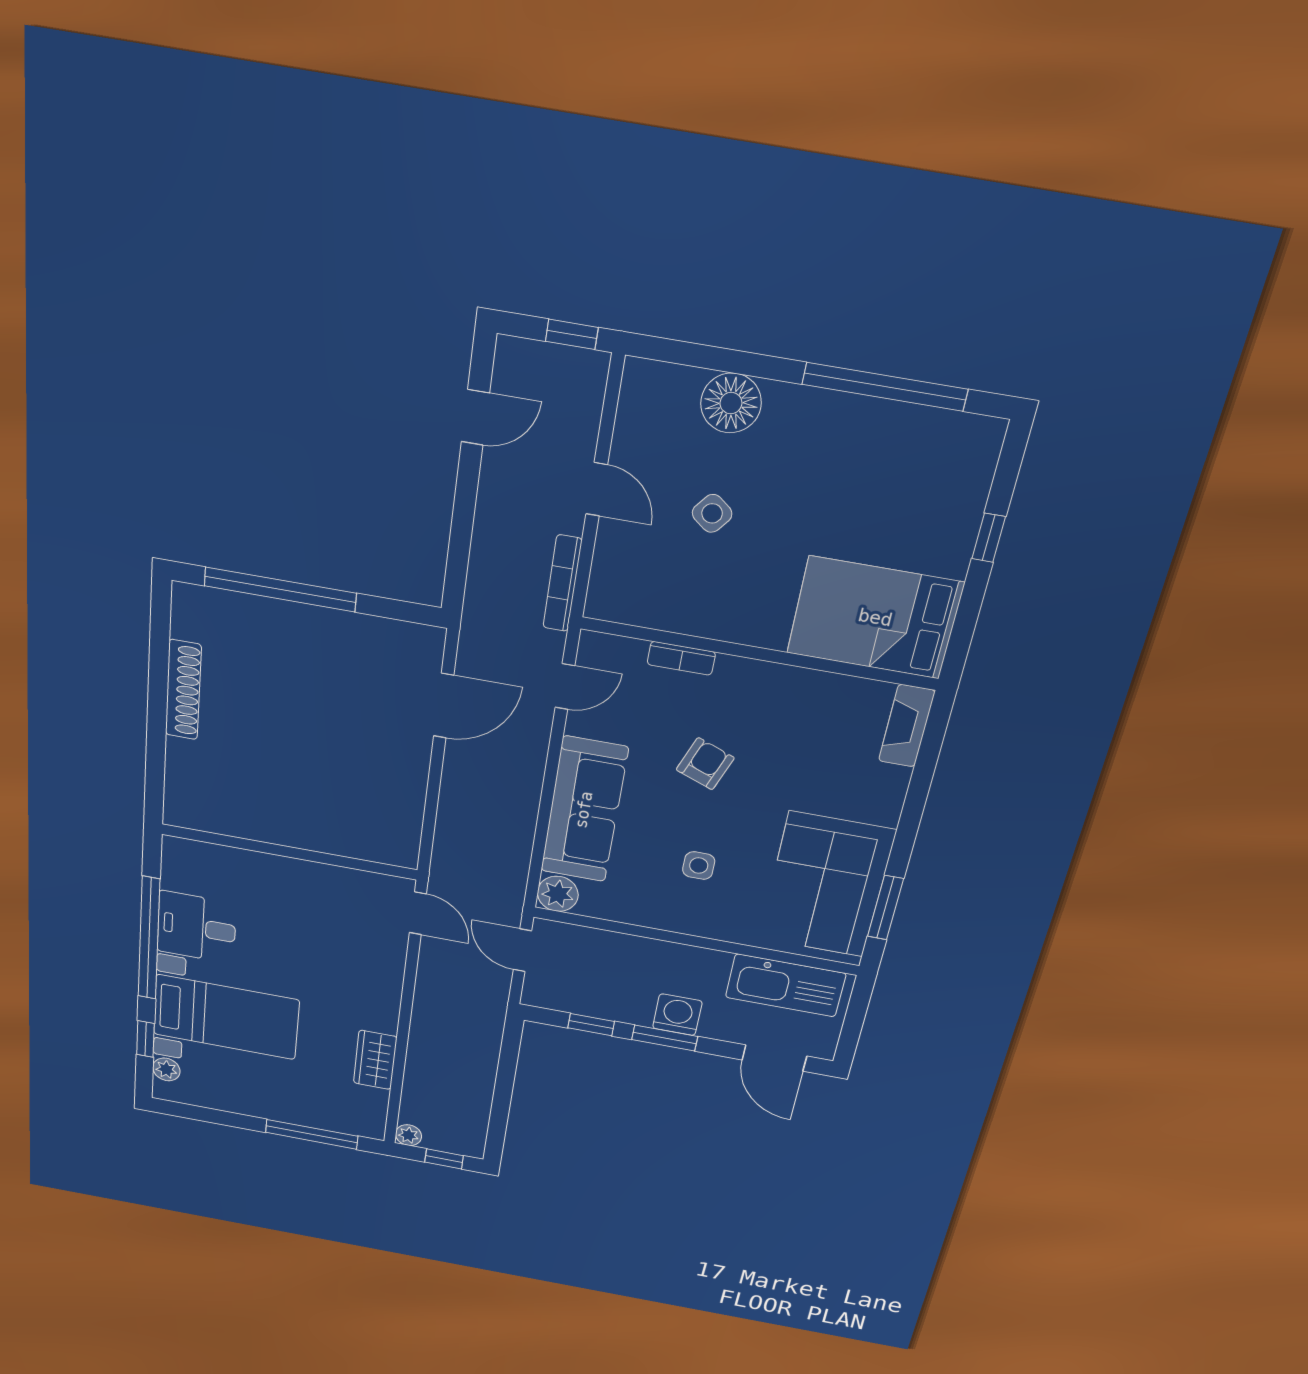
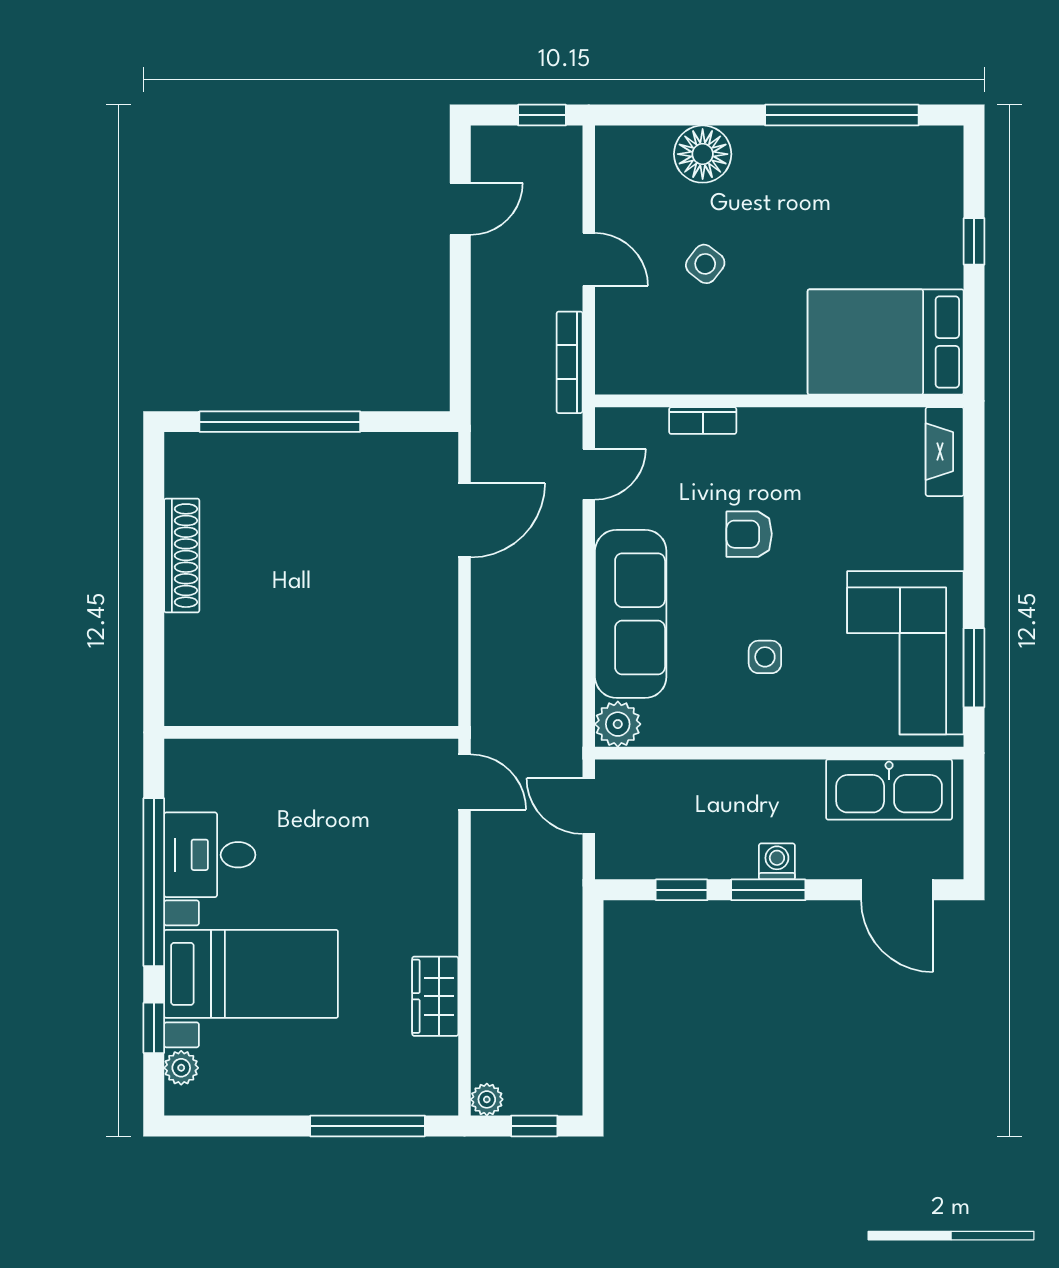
armchair: (705, 764) -> (749, 534), turned -111
washing machine: (677, 1015) -> (777, 861), width x0.73, depth x0.73

